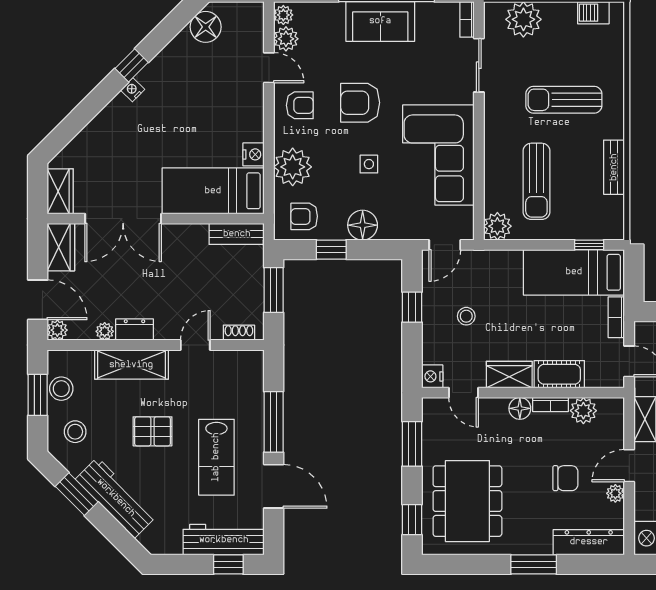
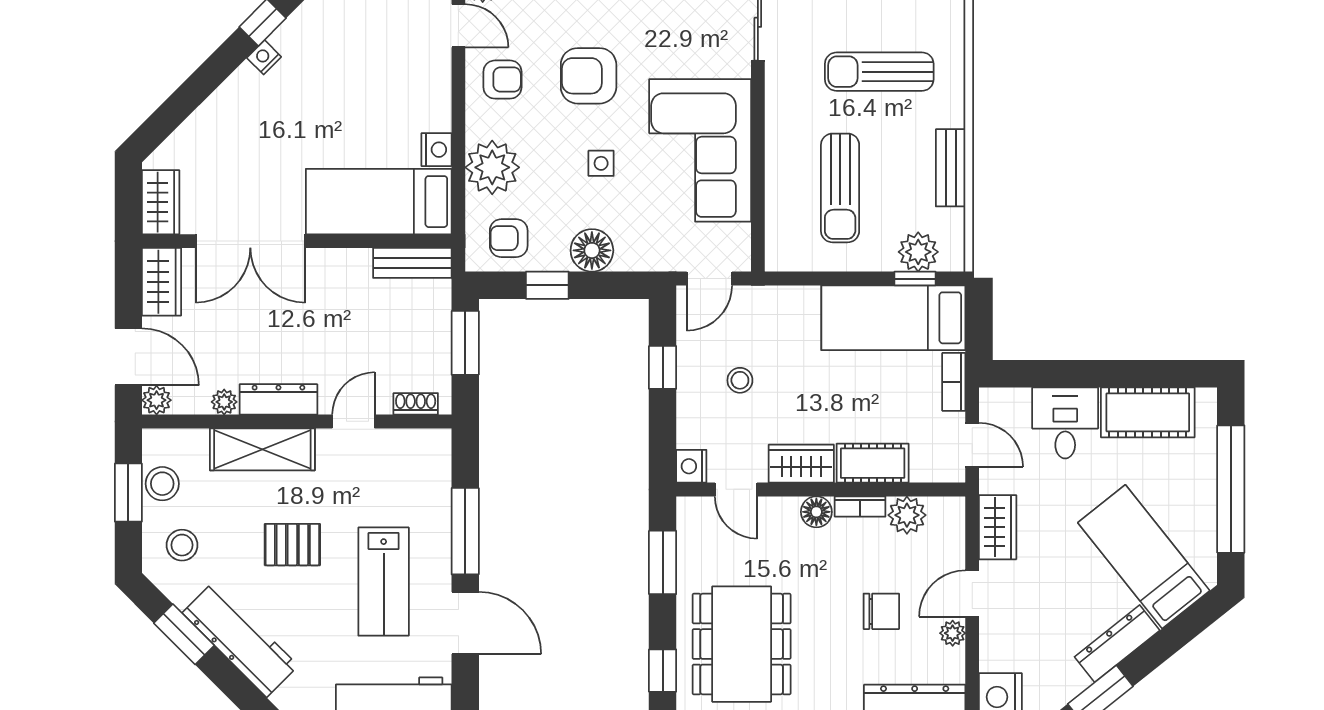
plant: (497, 226) -> (918, 252), moved
dresser: (134, 330) -> (278, 399), width x1.44

